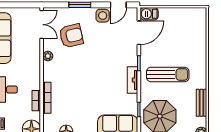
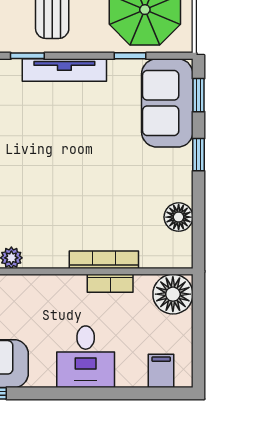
tv unit: (133, 80) -> (64, 70), width x1.41

